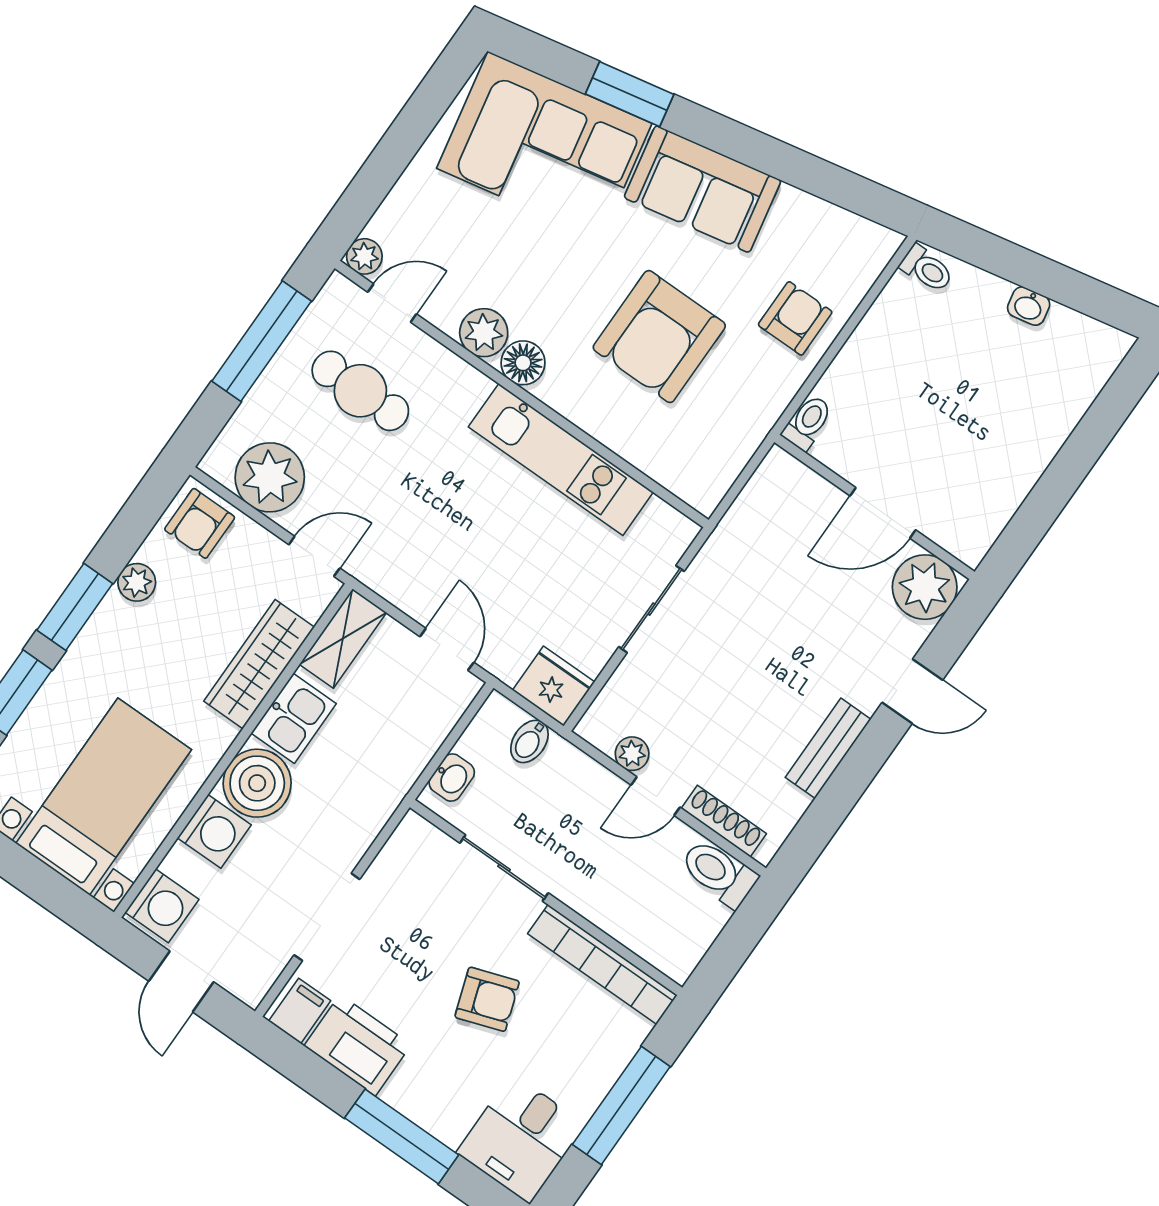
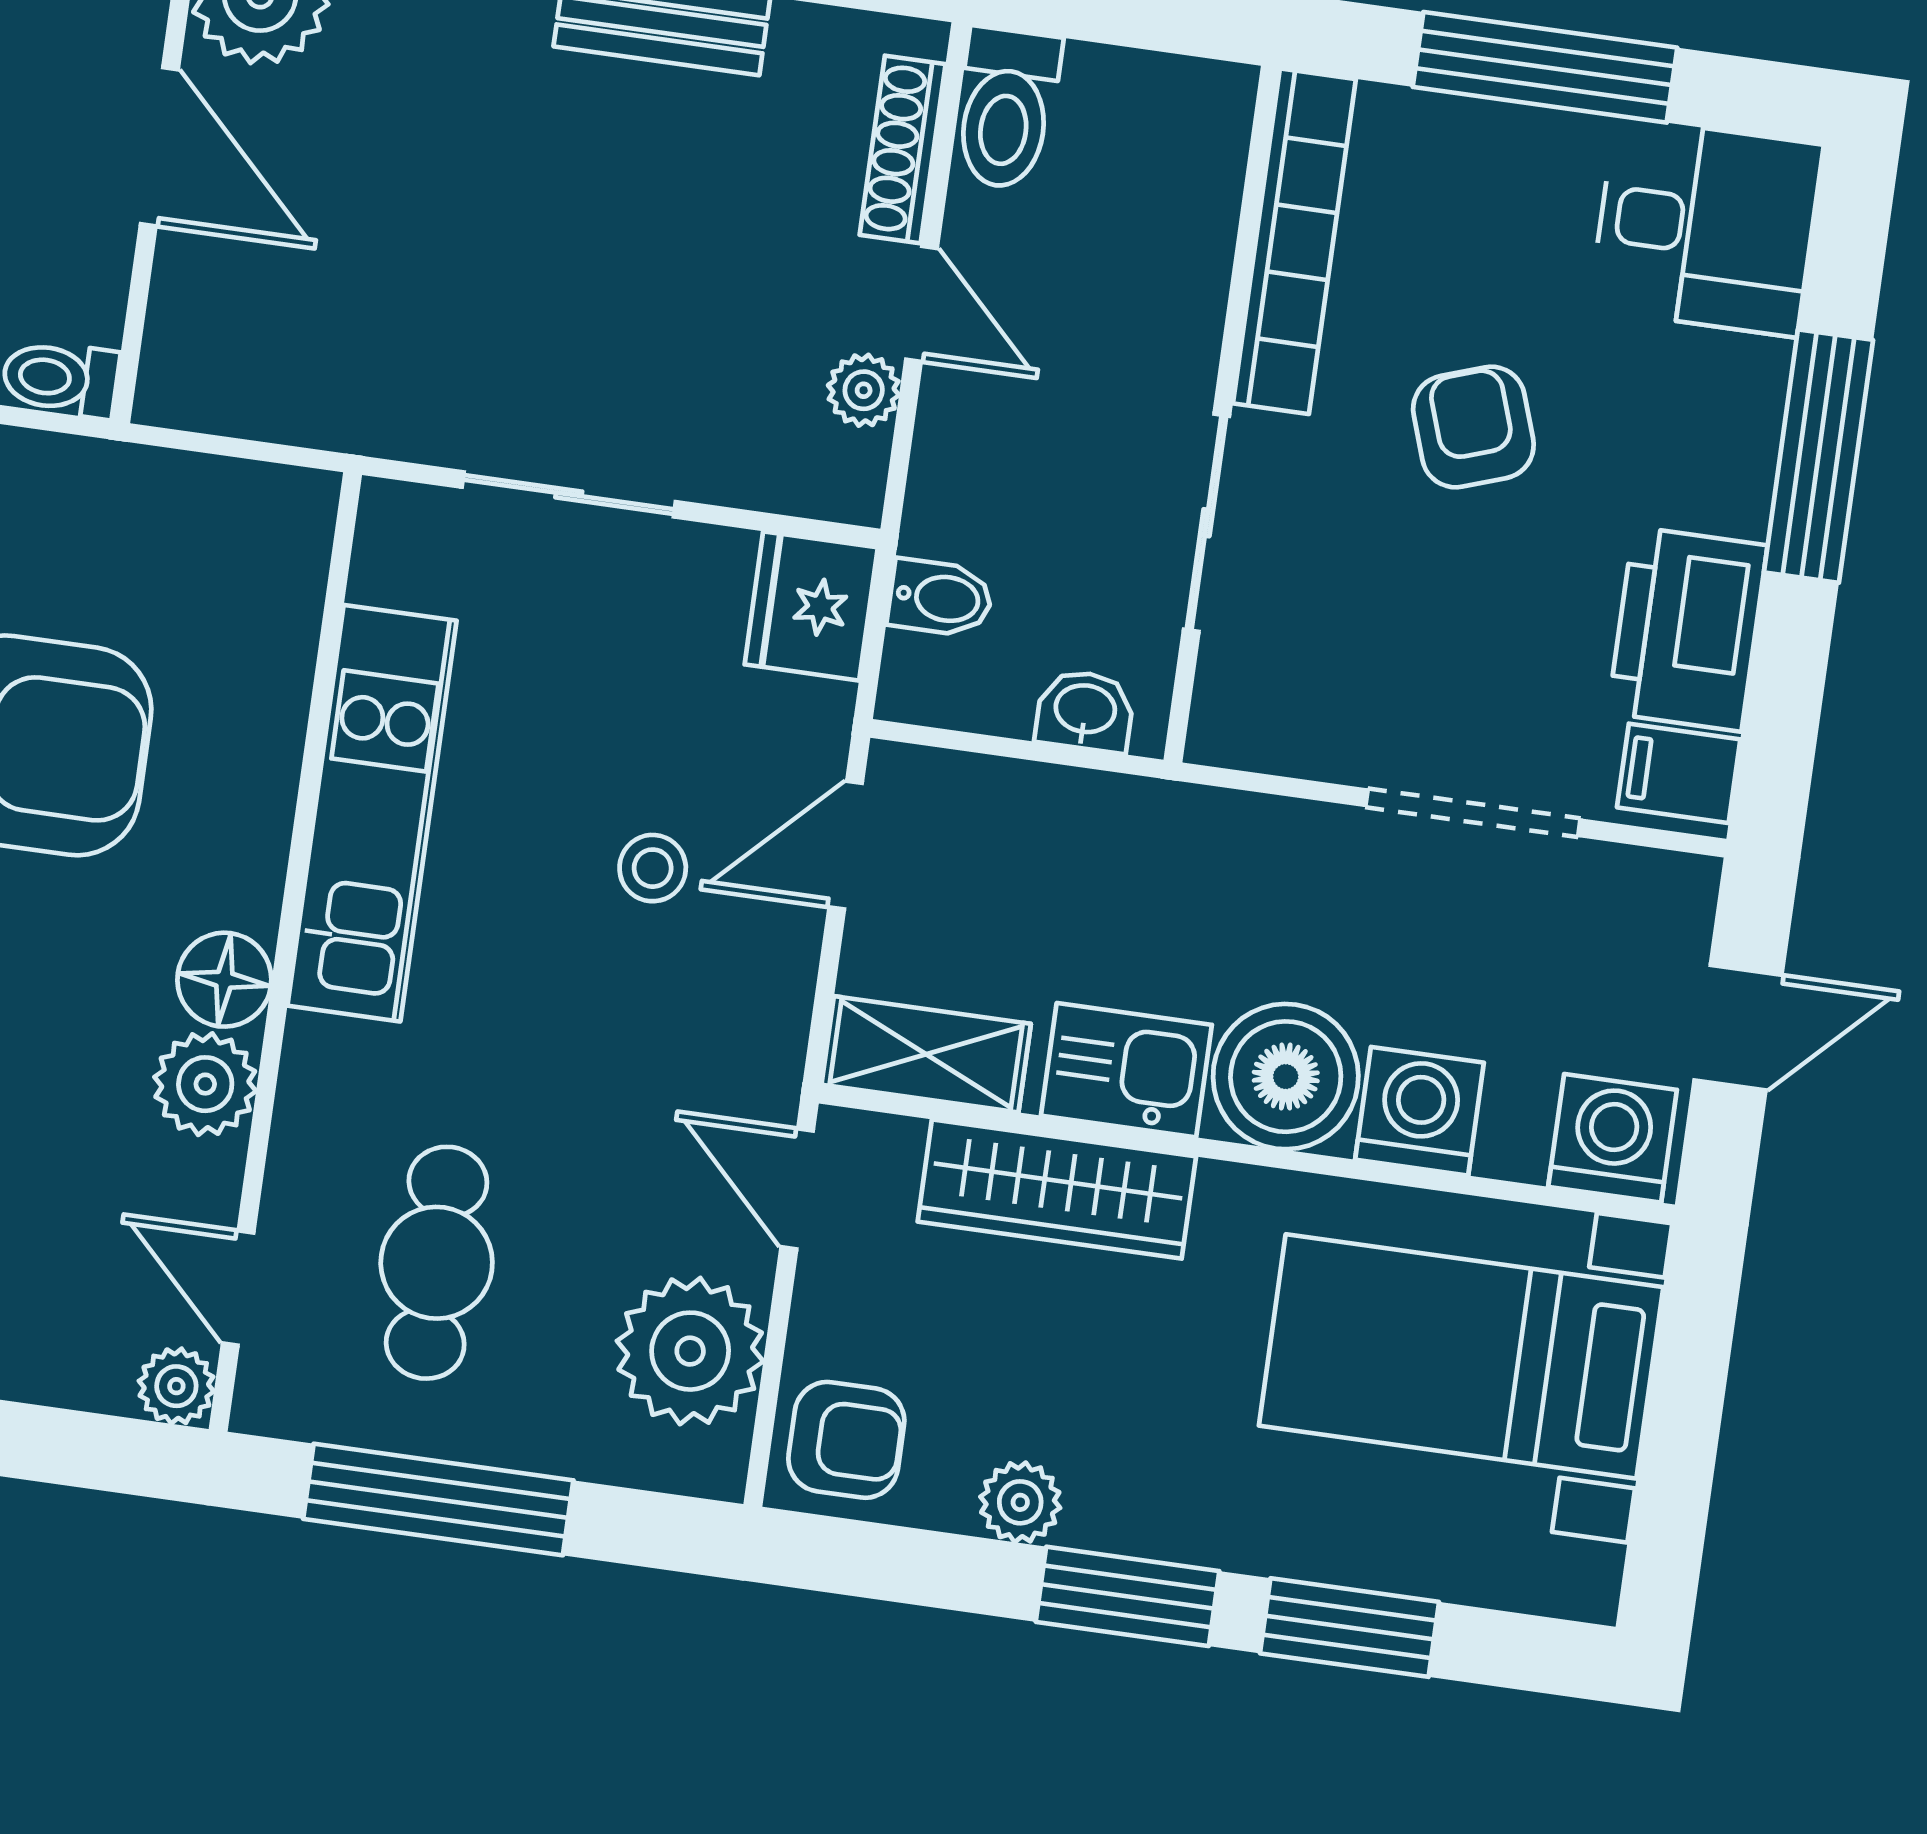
stool: (478, 564) -> (653, 868), added

